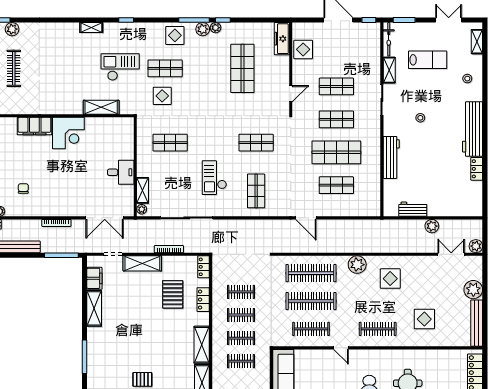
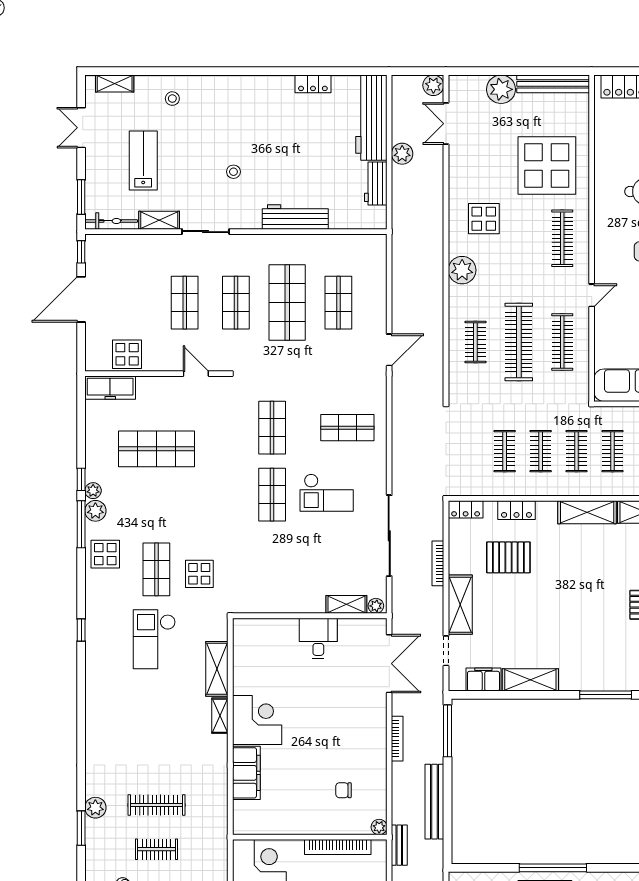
shelving: (91, 28) -> (220, 716), moved
workbench: (473, 129) -> (371, 118), moved, turned 90
shop shelf: (170, 143) -> (272, 495), moved
clothes rail: (311, 273) -> (475, 342), width x0.54, depth x0.76
display table: (424, 319) -> (547, 166), width x1.86, depth x1.86

